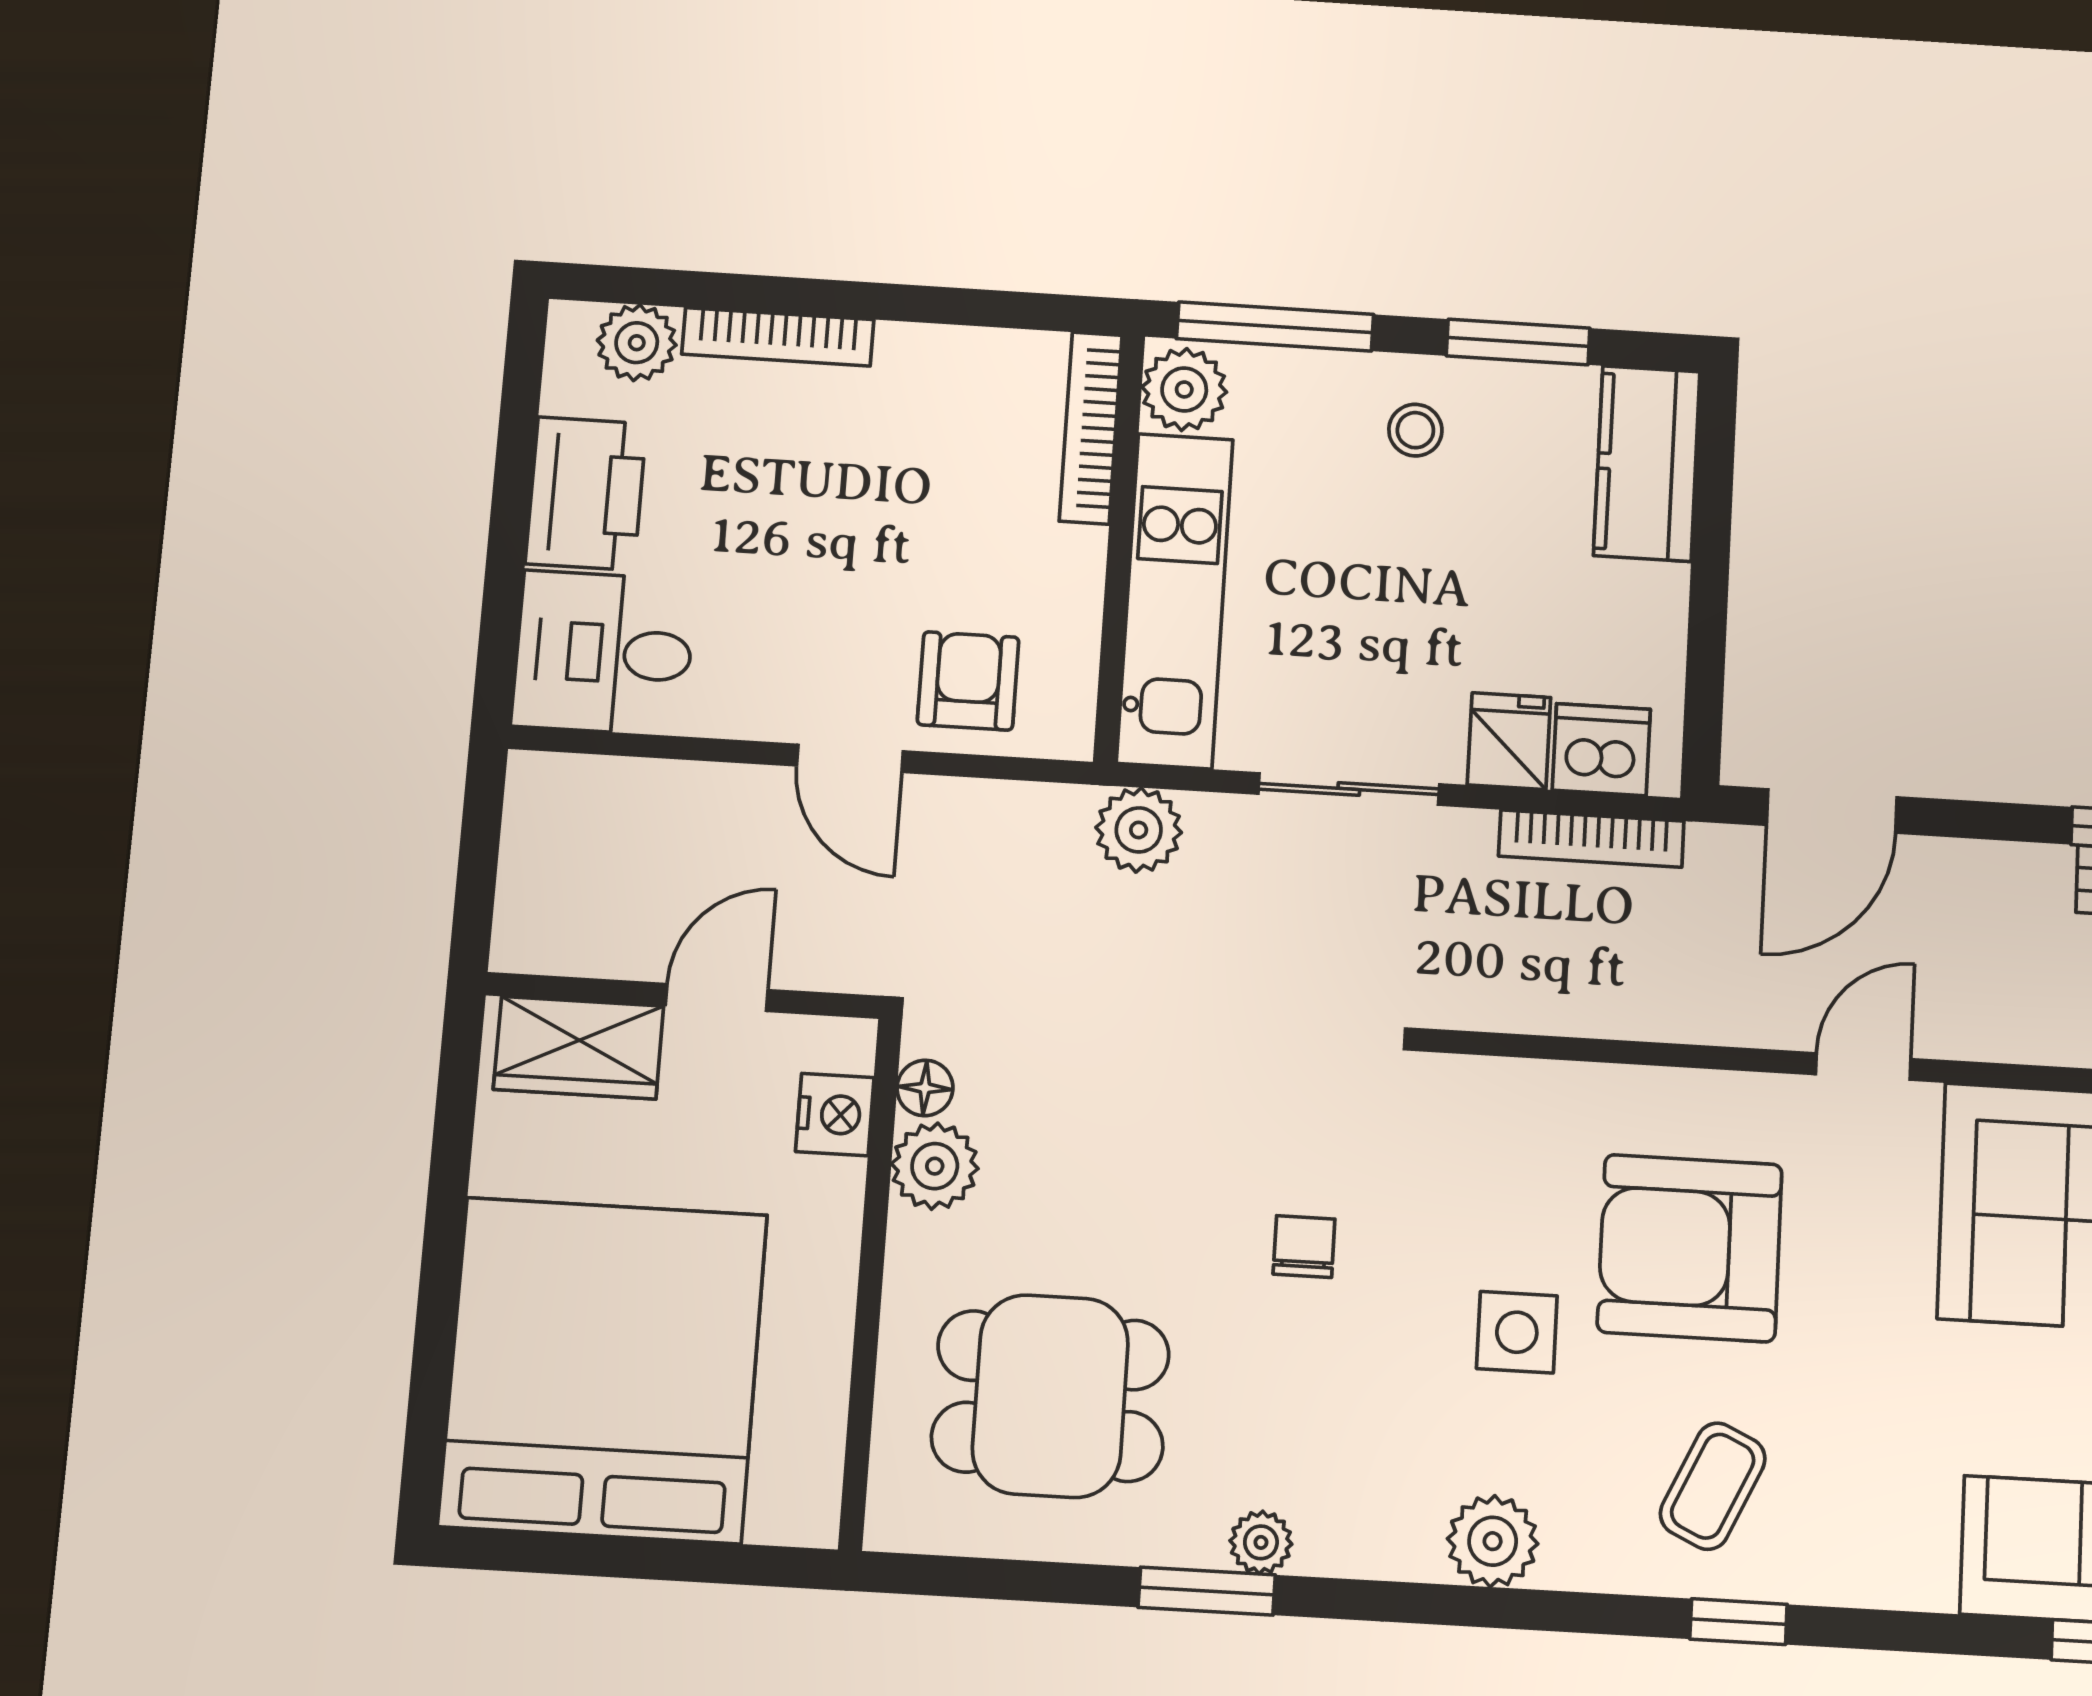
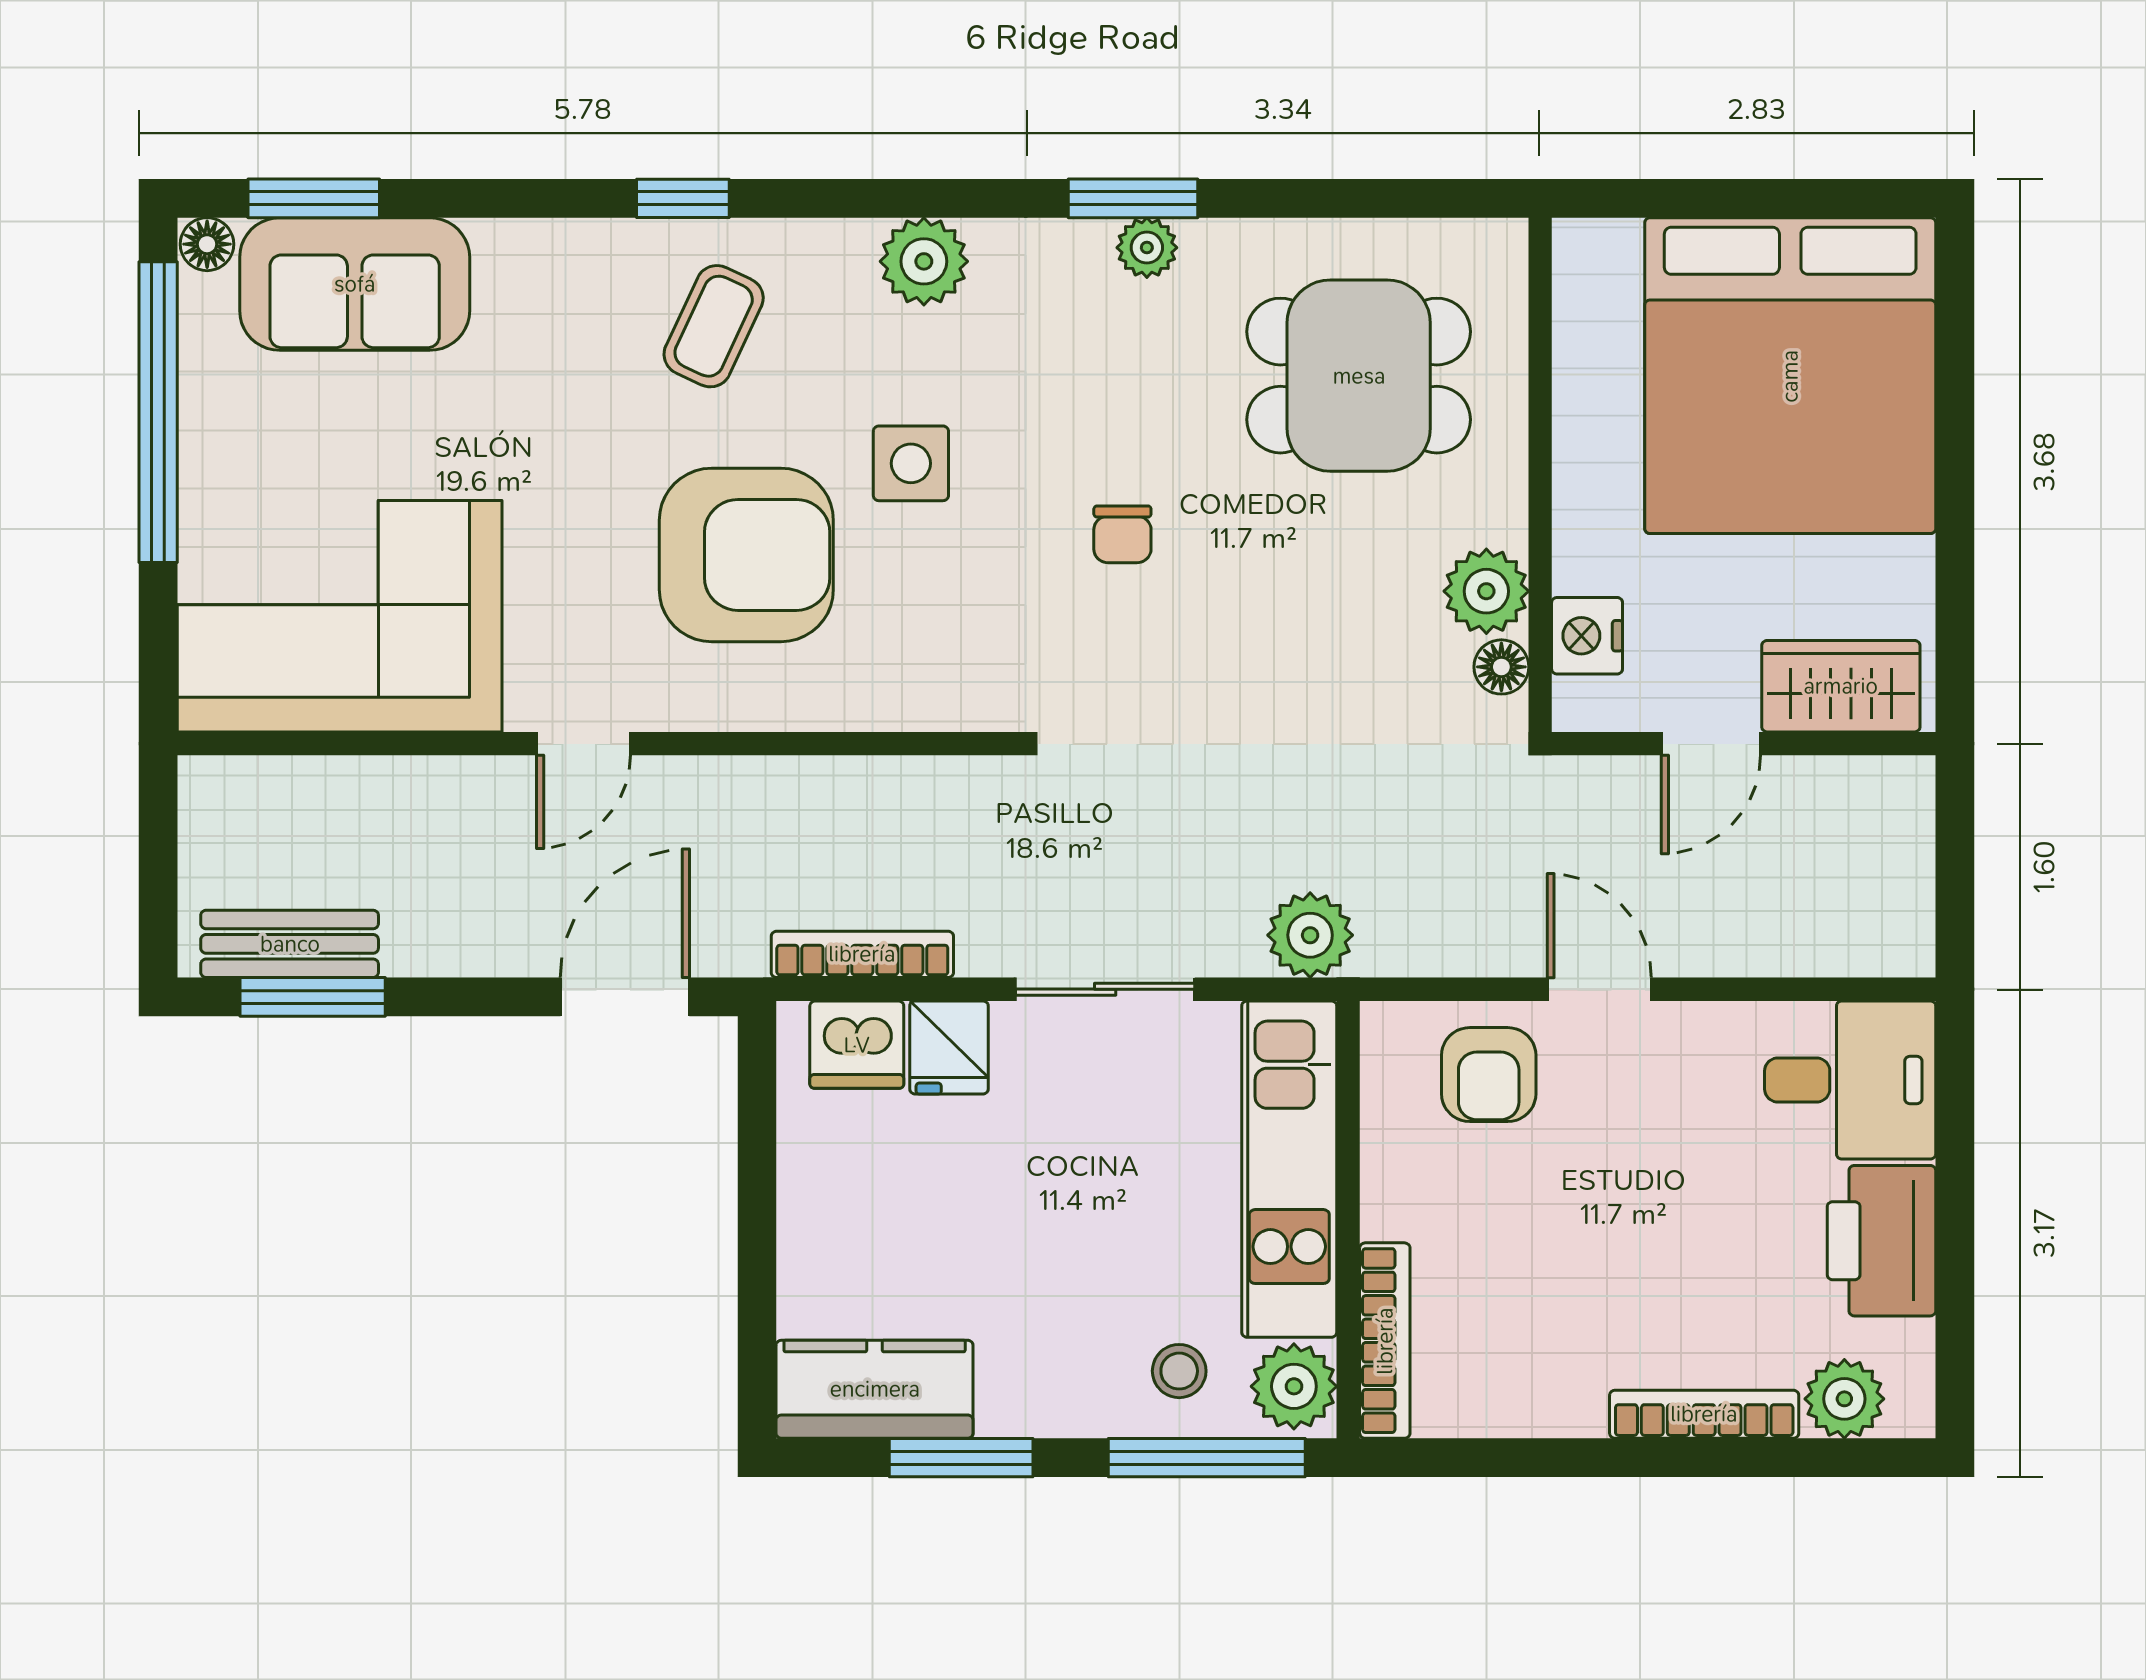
stool: (1415, 430) -> (1179, 1371), moved
kitchen counter: (1647, 463) -> (875, 1389), moved, turned -90
window: (1207, 1591) -> (1133, 198), moved

